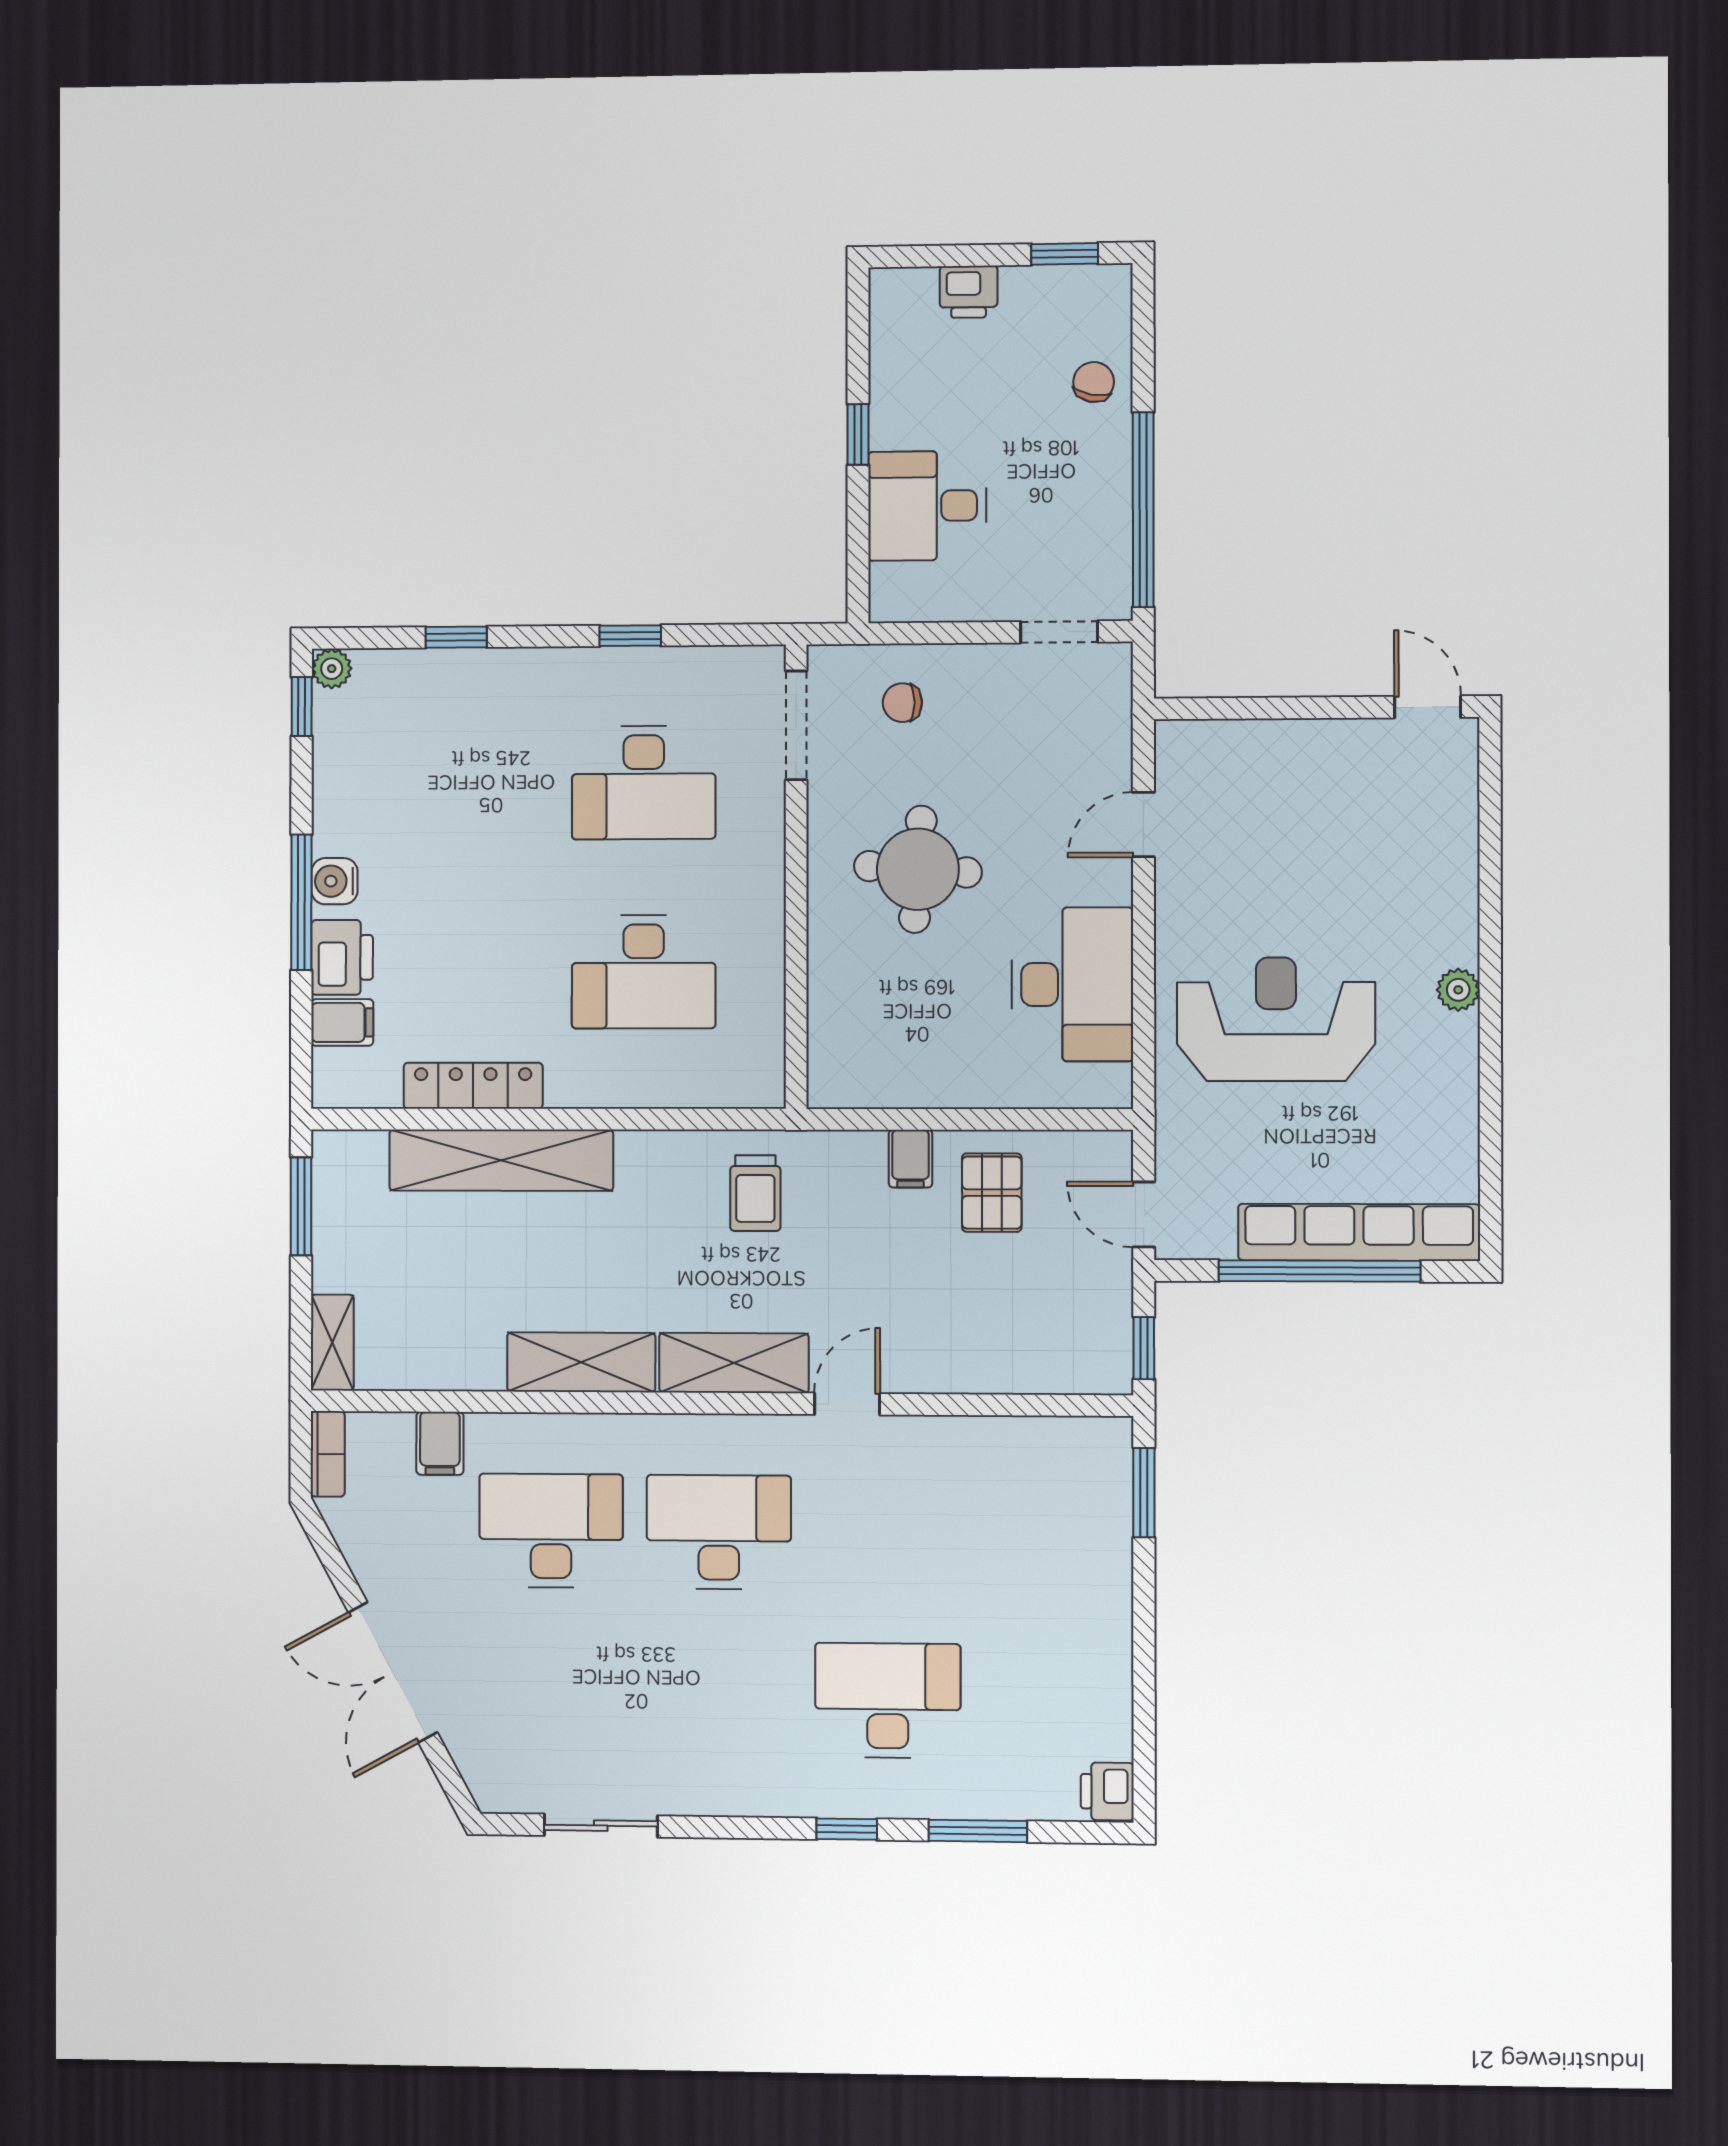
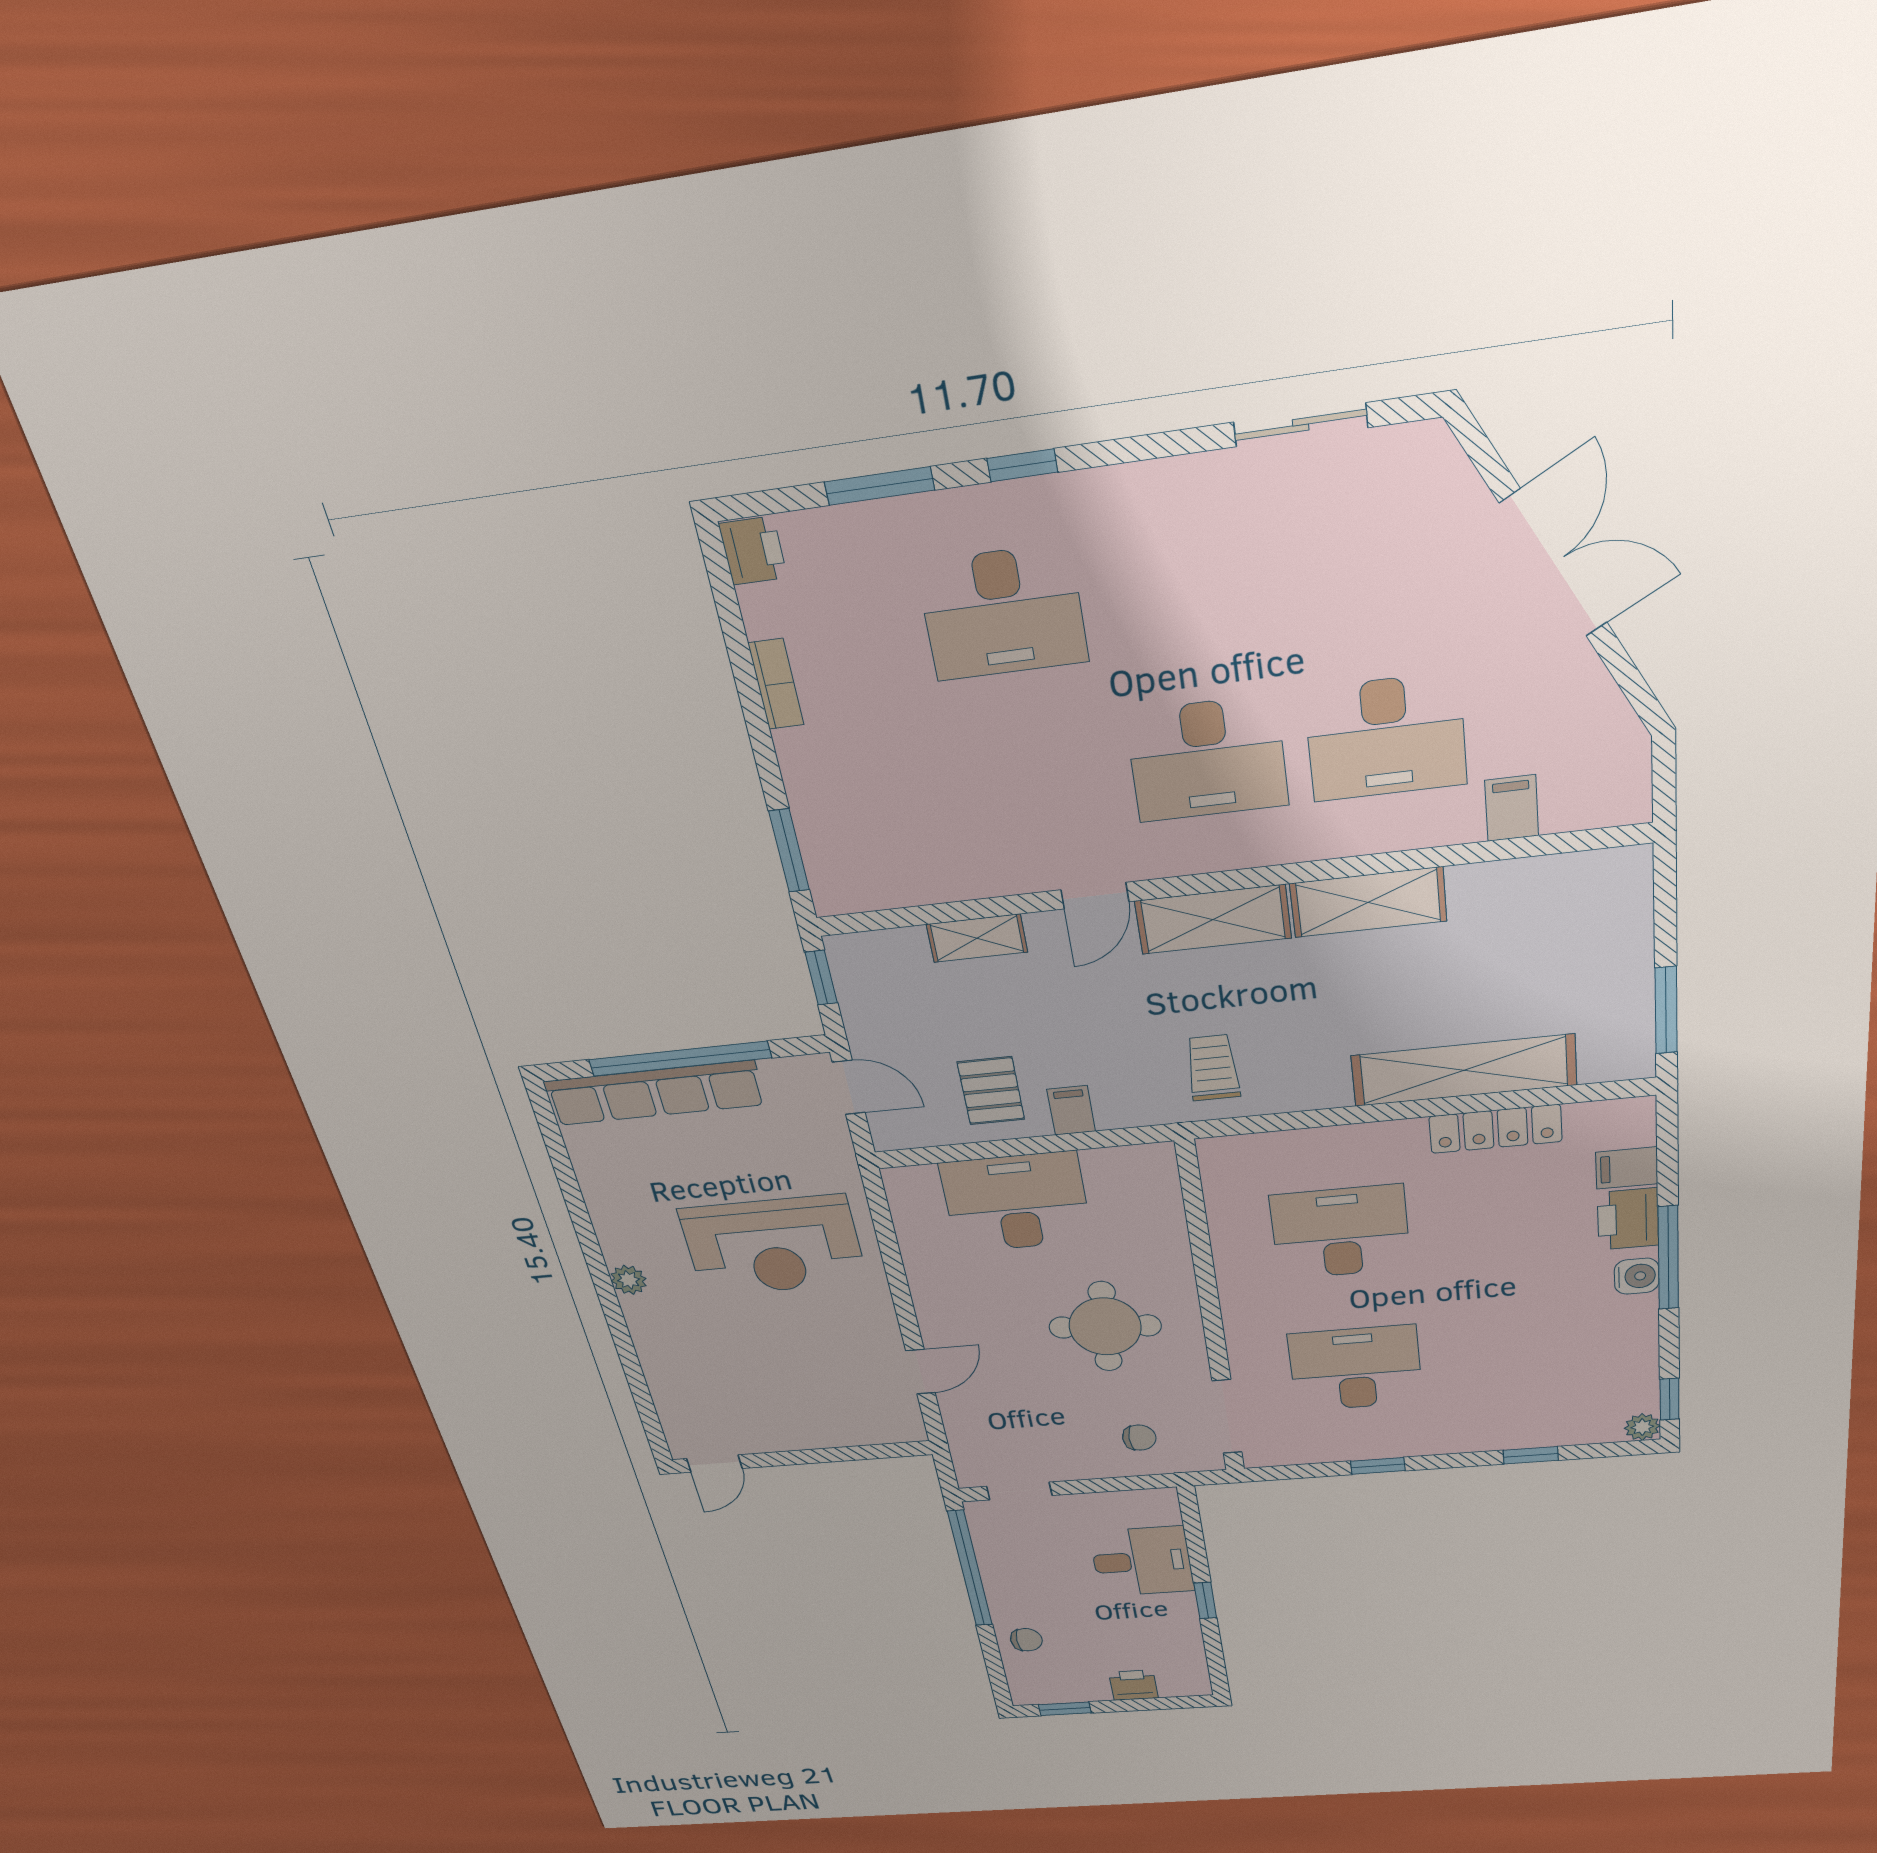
chair: (1094, 382) -> (1026, 1640), turned -101
door: (1428, 707) -> (714, 1464), hinge flipped
desk: (1072, 984) -> (1016, 1202), moved, turned 90
shelving: (332, 1343) -> (977, 938), moved, turned 90
bookcase: (328, 1454) -> (776, 684), moved, turned 180

